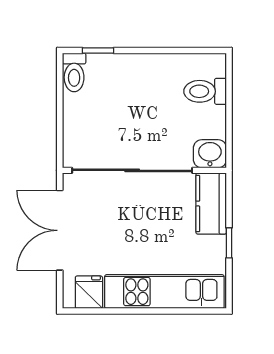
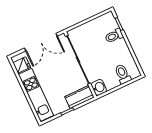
toilet: (74, 72) -> (114, 36), moved
double door: (60, 230) -> (41, 42), swing flipped

